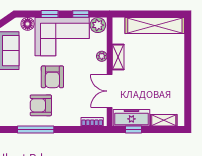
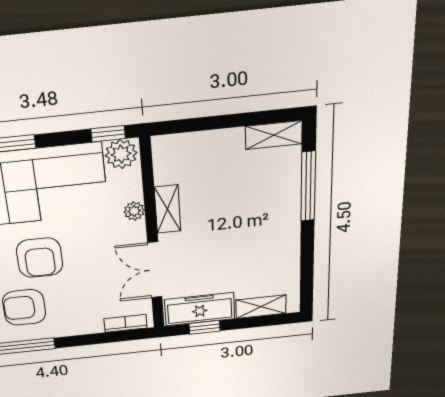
window: (81, 14) -> (108, 134), moved
shelving: (155, 25) -> (274, 135), width x0.45, depth x0.75
window: (188, 53) -> (308, 186), added

